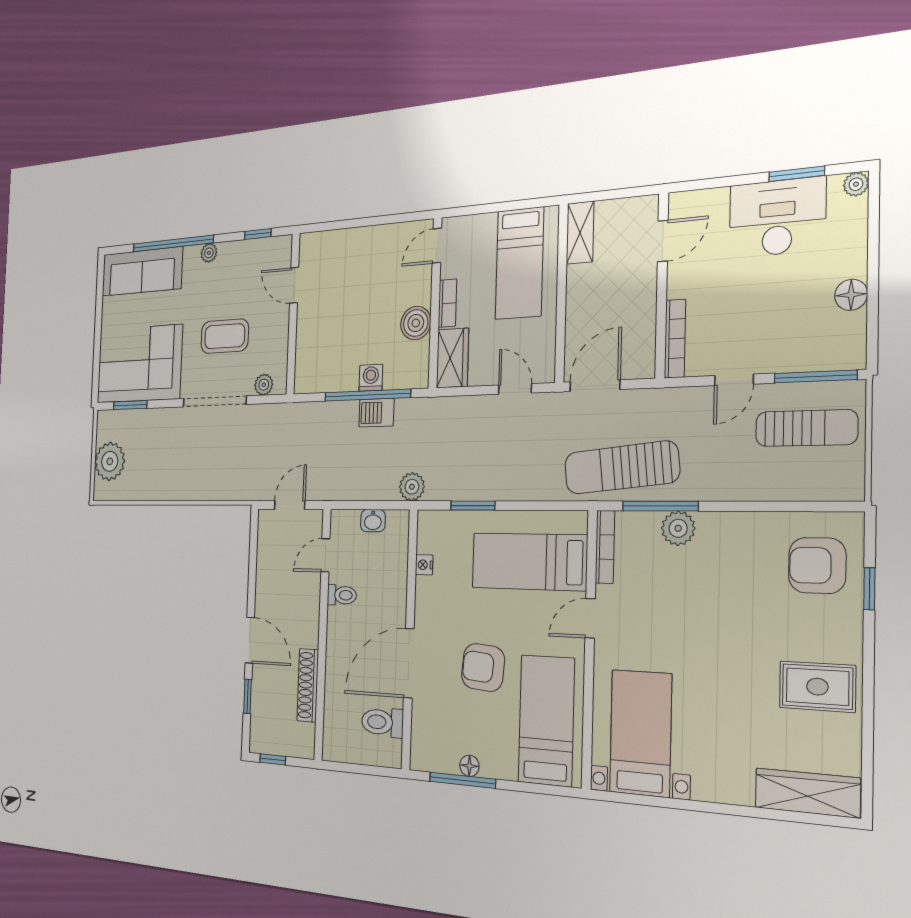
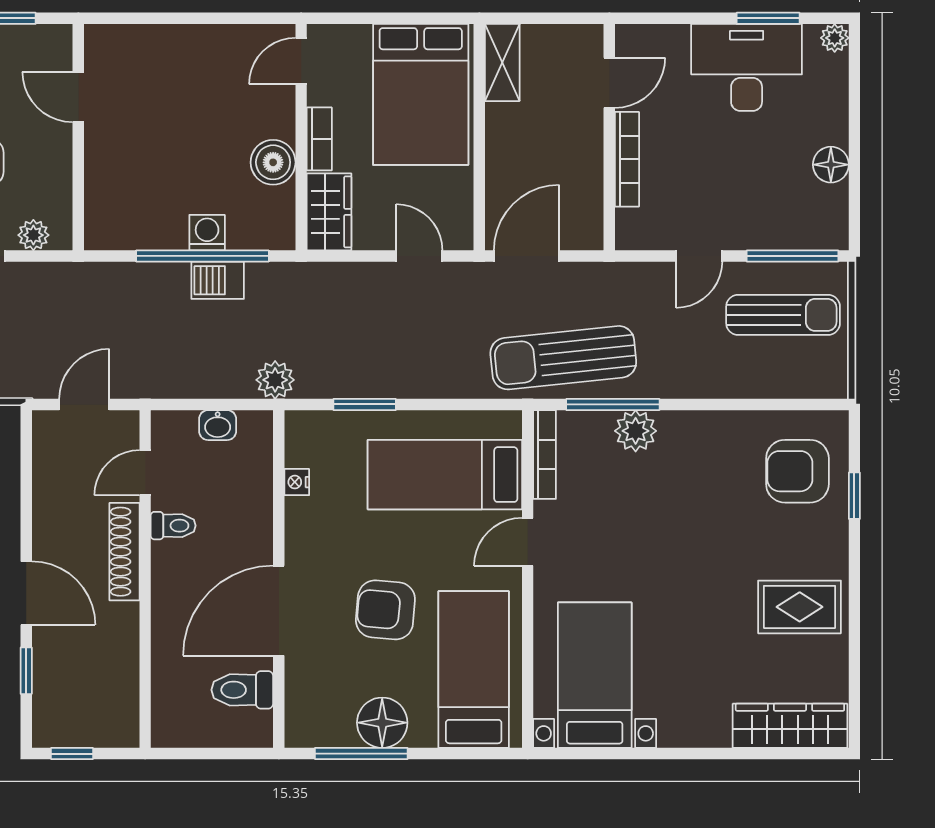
bed: (519, 263) -> (421, 94), width x1.50
bookcase: (675, 339) -> (627, 159), moved
shoe rack: (308, 685) -> (124, 552), moved
floor lamp: (469, 766) -> (382, 723), width x1.89, depth x1.89

